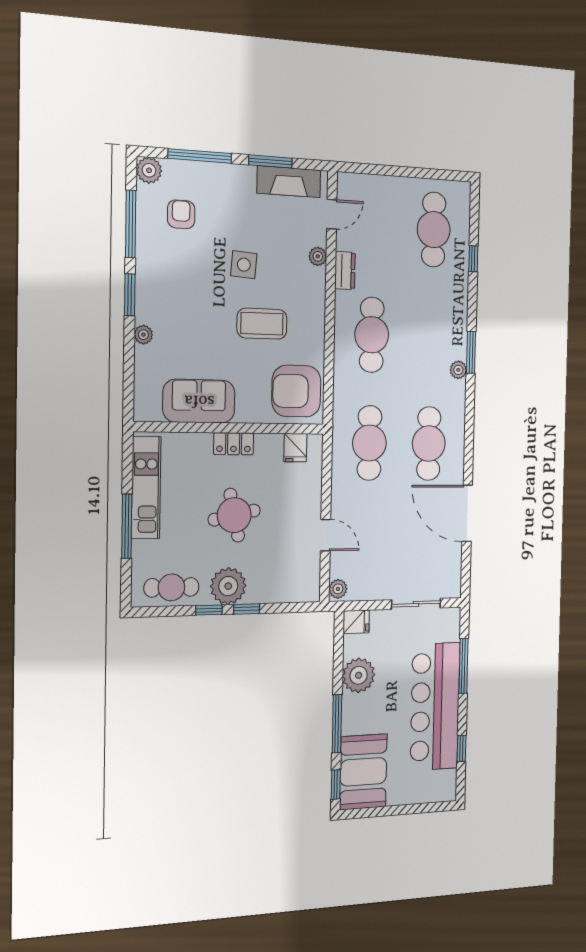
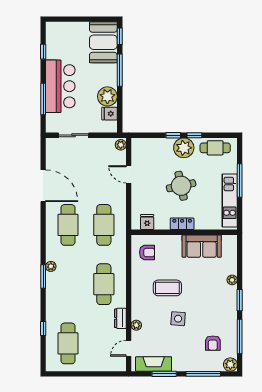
armchair: (296, 391) -> (147, 252), width x0.53, depth x0.53
fridge: (356, 622) -> (109, 114), moved
bar counter: (435, 706) -> (60, 86), width x0.73

